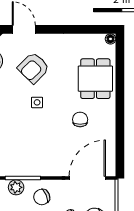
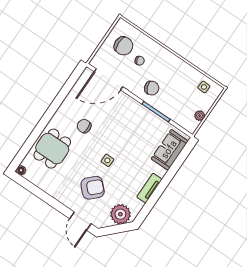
chair: (80, 119) -> (84, 126), turned 90
plant: (16, 187) -> (166, 108), removed

